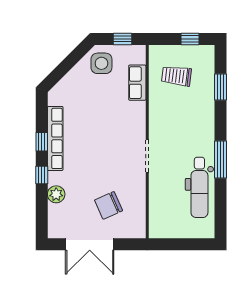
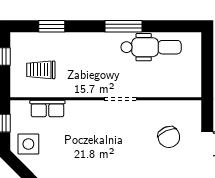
trolley: (176, 76) -> (41, 70), turned 83

